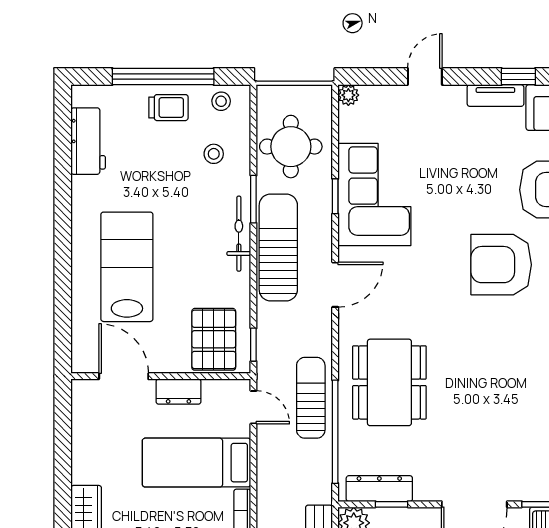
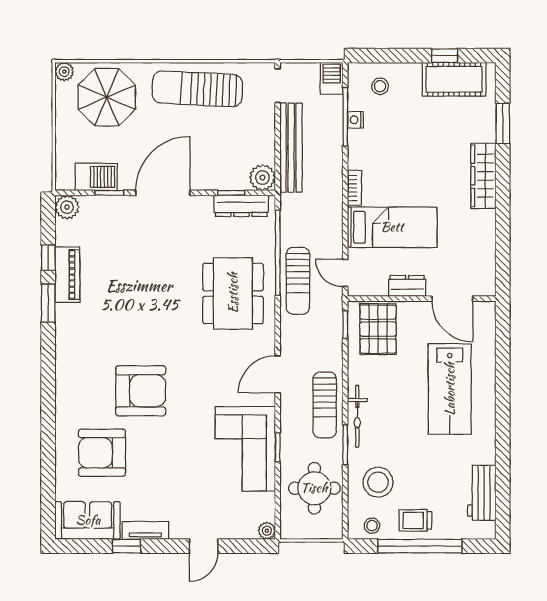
stool: (214, 154) -> (378, 482), width x1.89, depth x1.89
sun lounger: (278, 247) -> (325, 405), width x0.73, depth x0.75

